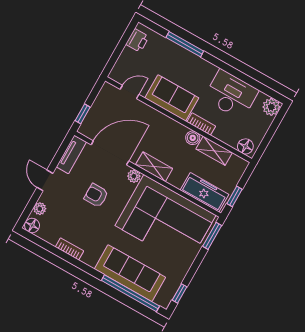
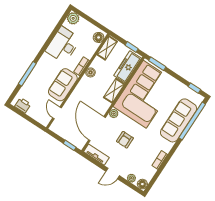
shelving: (214, 151) -> (107, 48), moved
shelving: (154, 167) -> (114, 91), moved

